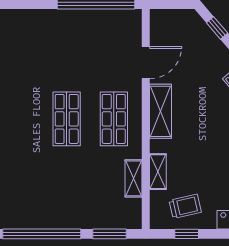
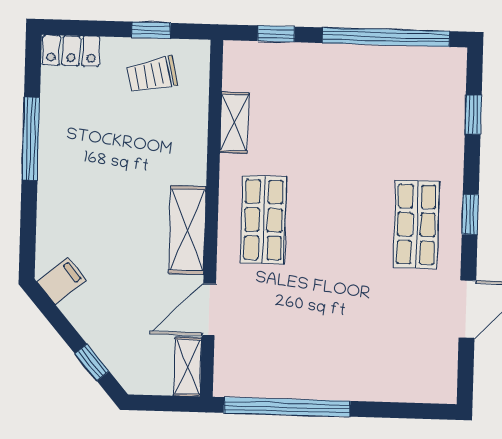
shop shelf: (67, 119) -> (416, 224), moved
shelving: (158, 172) -> (188, 367), moved
window: (109, 234) -> (276, 34), width x0.67

